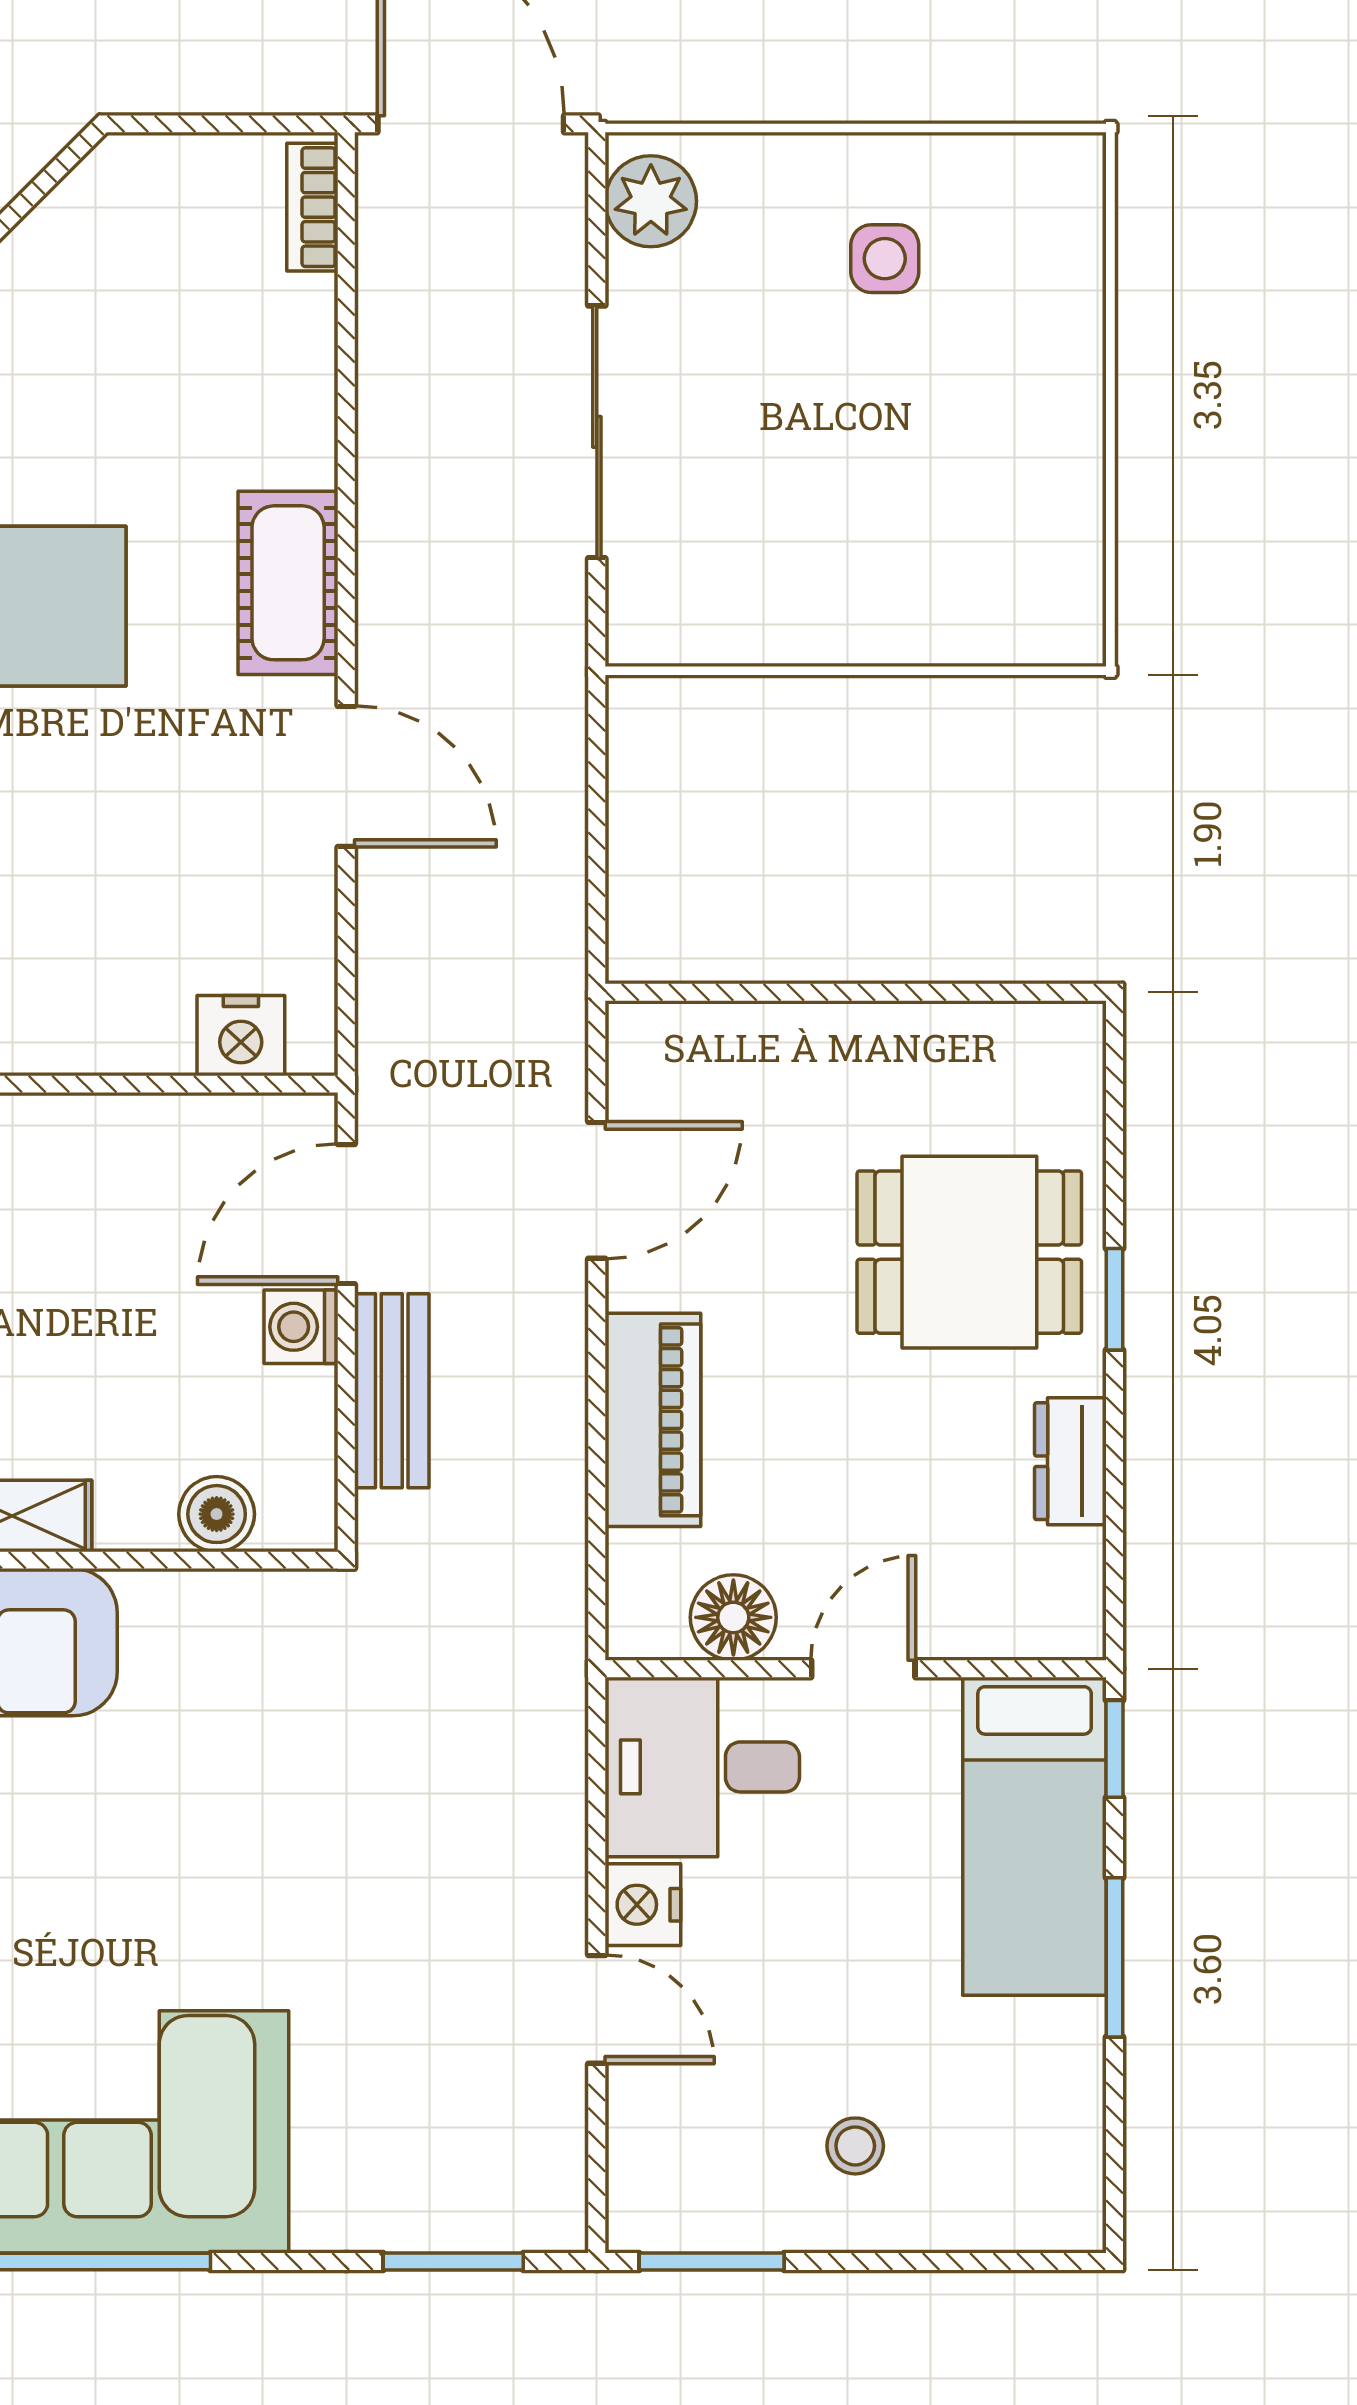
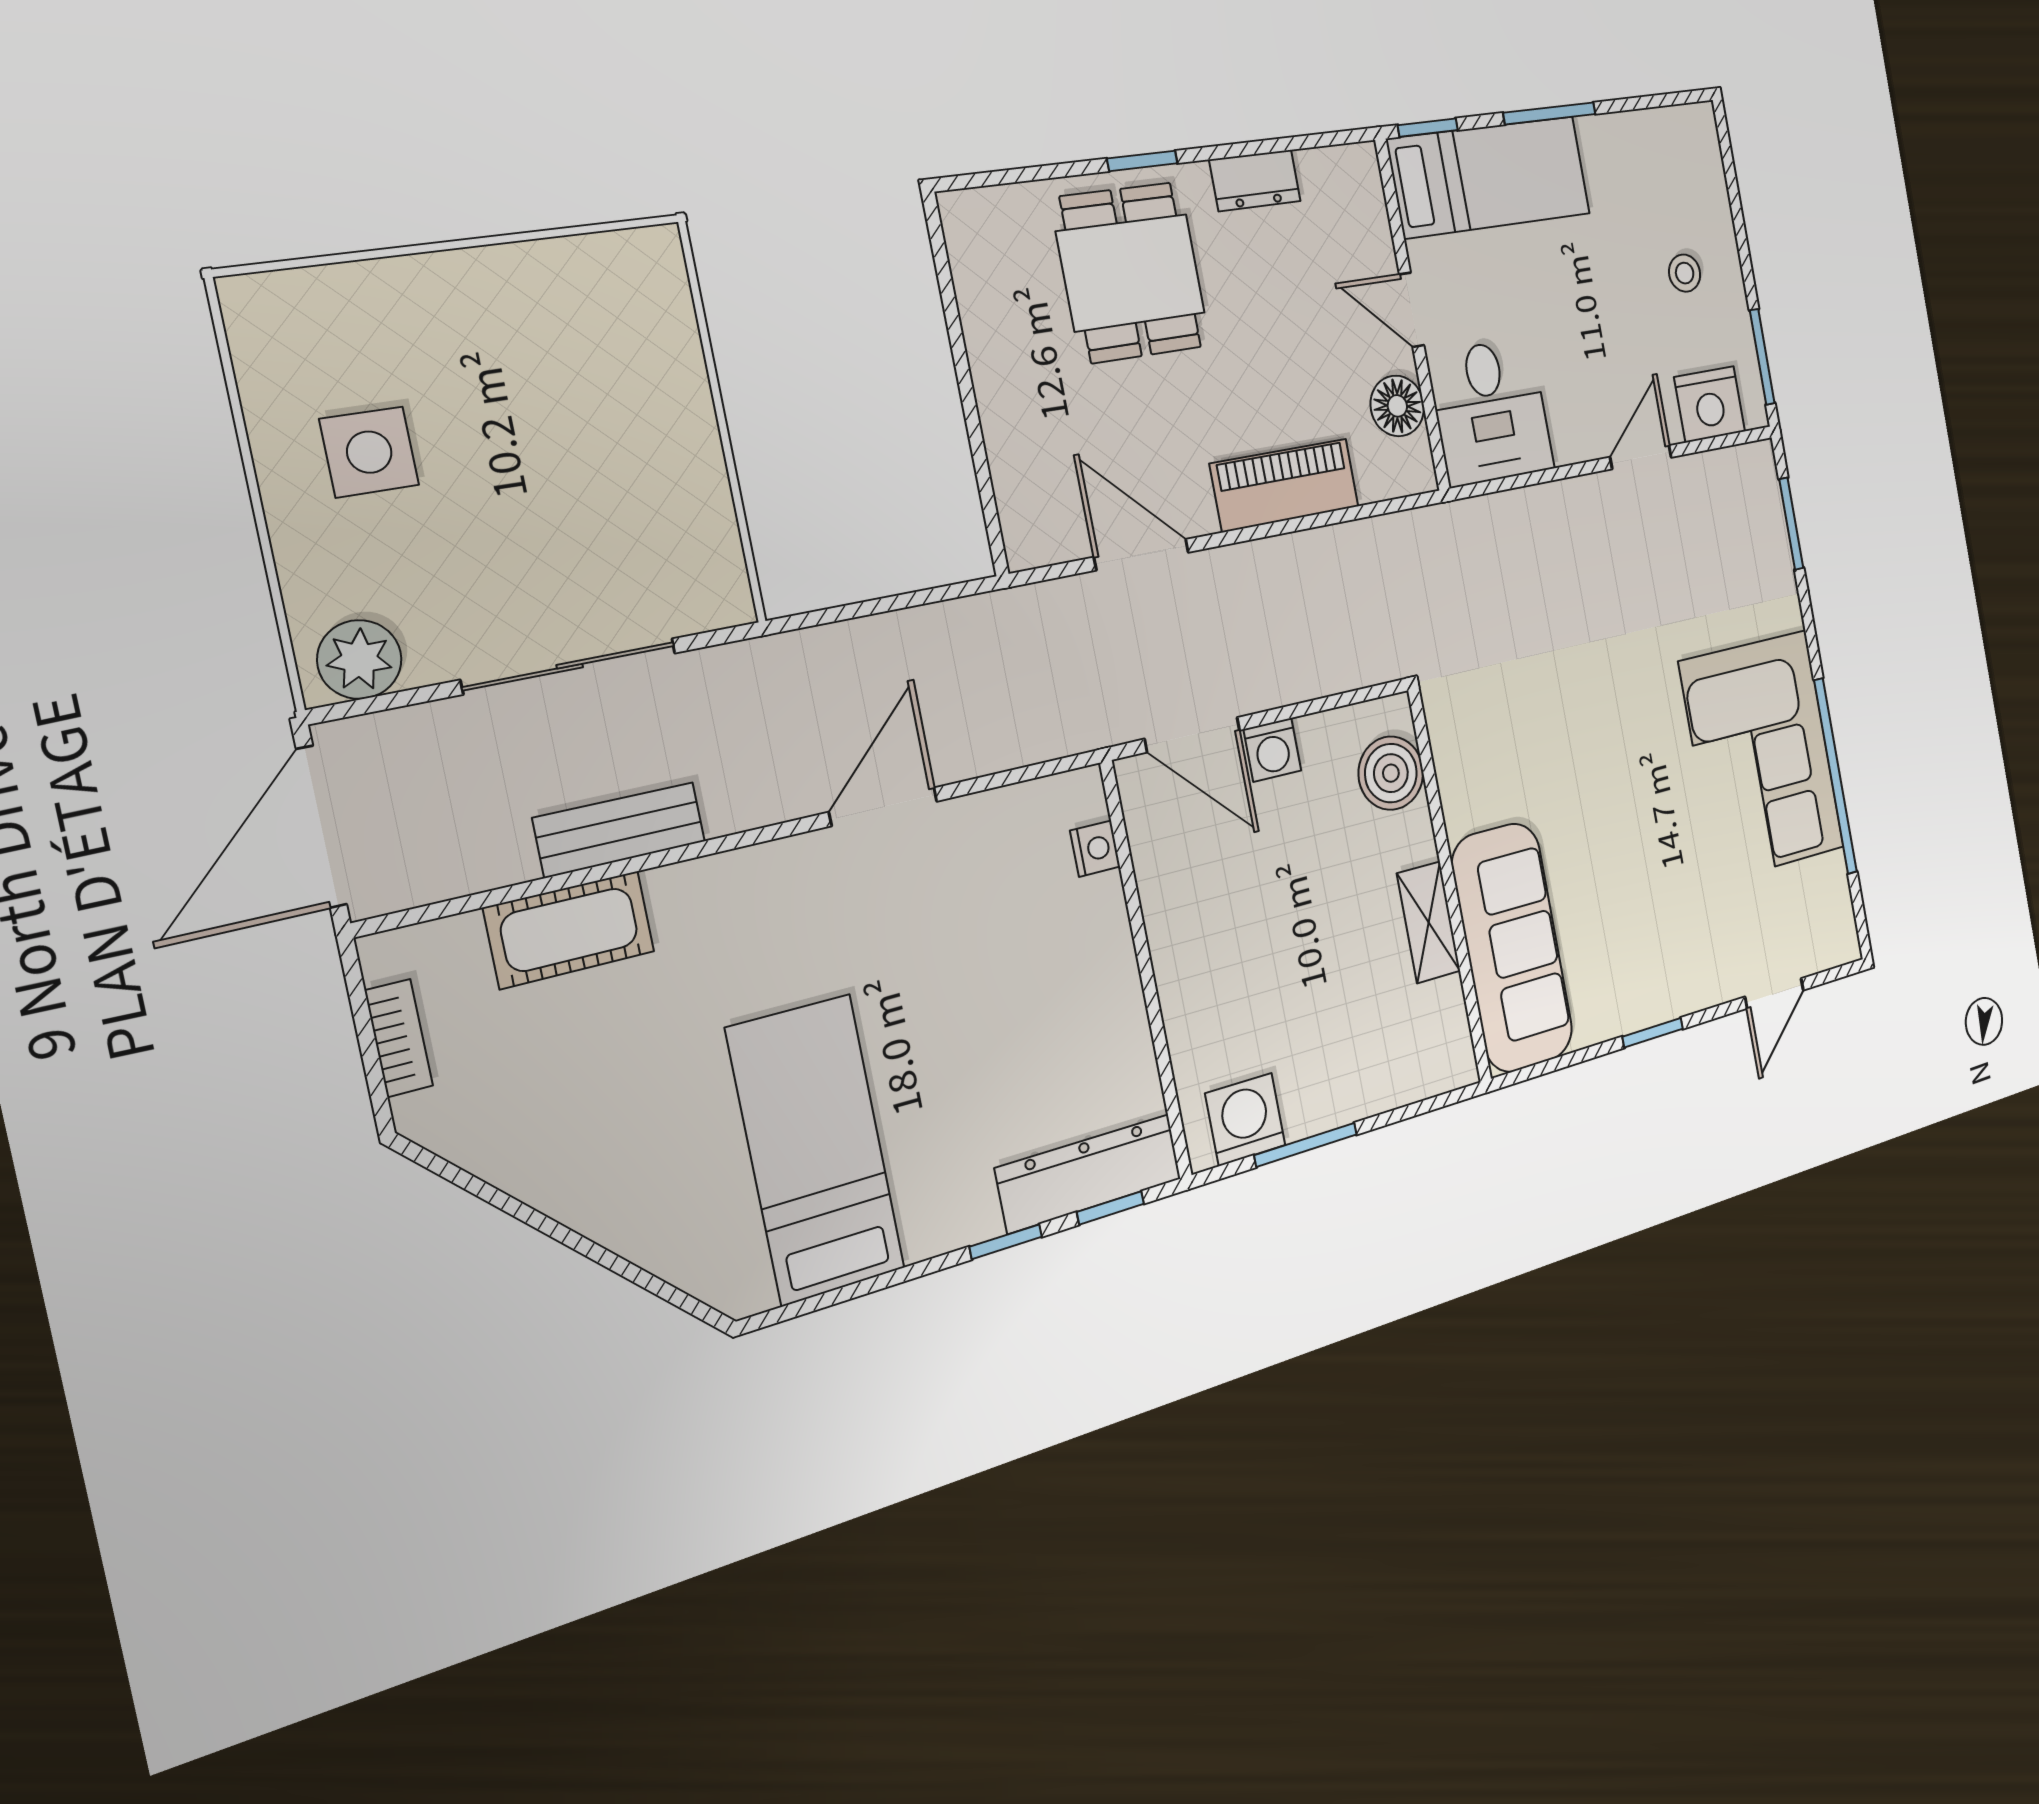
bookcase: (312, 207) -> (399, 1038), moved, turned -90
side table: (885, 259) -> (369, 452), width x1.37, depth x1.37
cot: (288, 583) -> (569, 930), moved
nightstand: (241, 1036) -> (1095, 849), width x0.72, depth x0.74
bench: (392, 1391) -> (619, 830), moved
boiler: (217, 1514) -> (1391, 773), width x1.36, depth x1.36
nightstand: (643, 1905) -> (1710, 404), moved, width x1.36, depth x1.33

